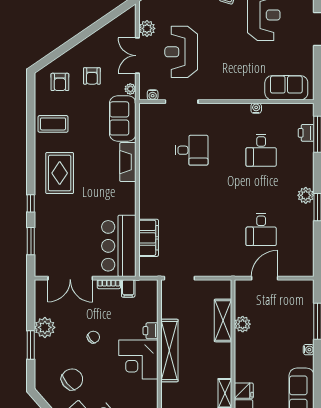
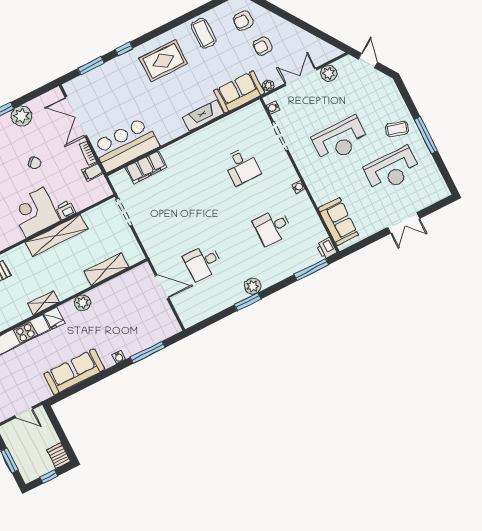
reception desk: (181, 52) -> (340, 140), moved, turned 180
water cooler: (256, 108) -> (298, 187), moved
printer: (306, 133) -> (326, 248), moved, turned -90
plant: (243, 324) -> (82, 303), moved

